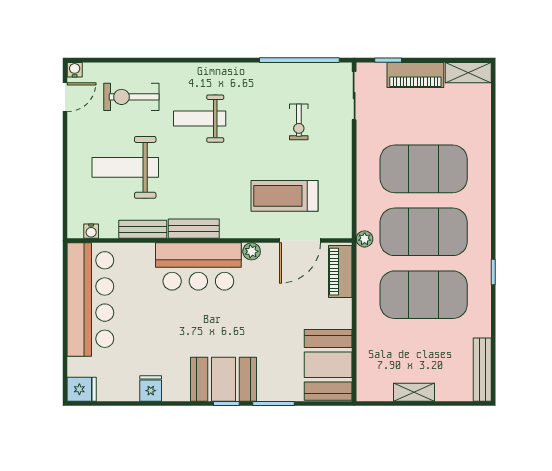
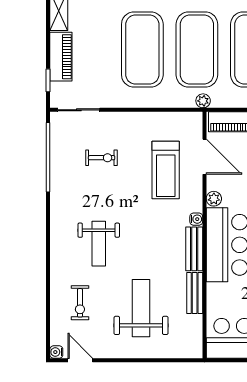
exercise bike: (131, 97) -> (80, 303), width x0.73, depth x0.72
weight bench: (125, 167) -> (141, 308), turned 180
water cooler: (91, 231) -> (196, 219), moved

